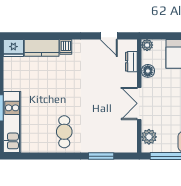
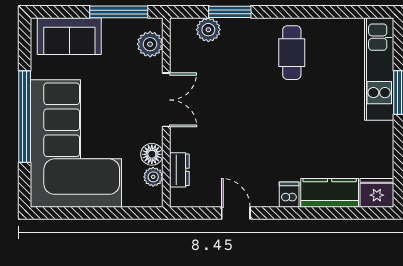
door: (109, 36) -> (236, 213), moved
plant: (147, 45) -> (153, 177), moved
plant: (114, 145) -> (208, 30), added

